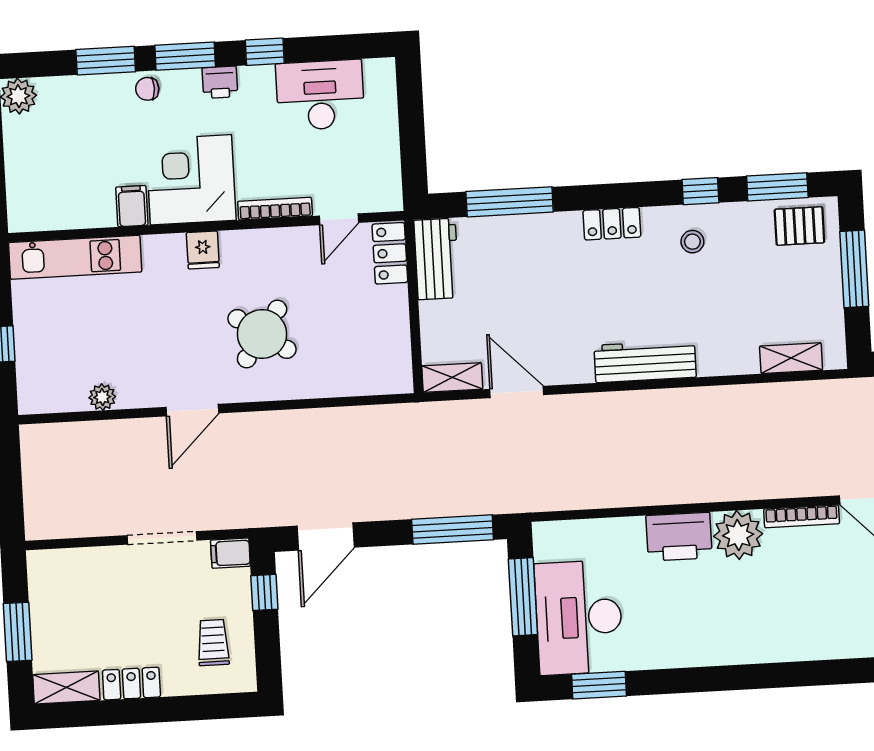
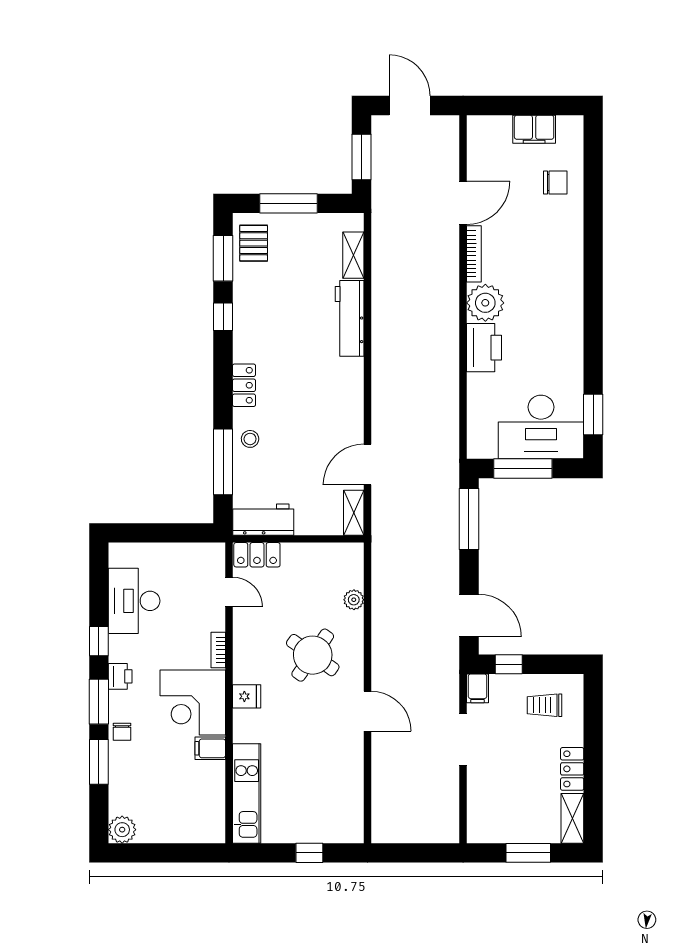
bookcase: (275, 209) -> (218, 650), width x0.64
stool: (692, 242) -> (250, 439), moved
workbench: (645, 361) -> (350, 318), moved
plant: (102, 397) -> (354, 600), moved

